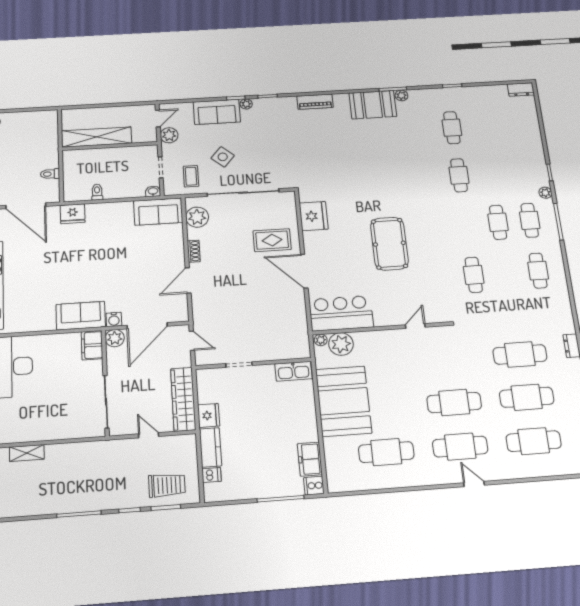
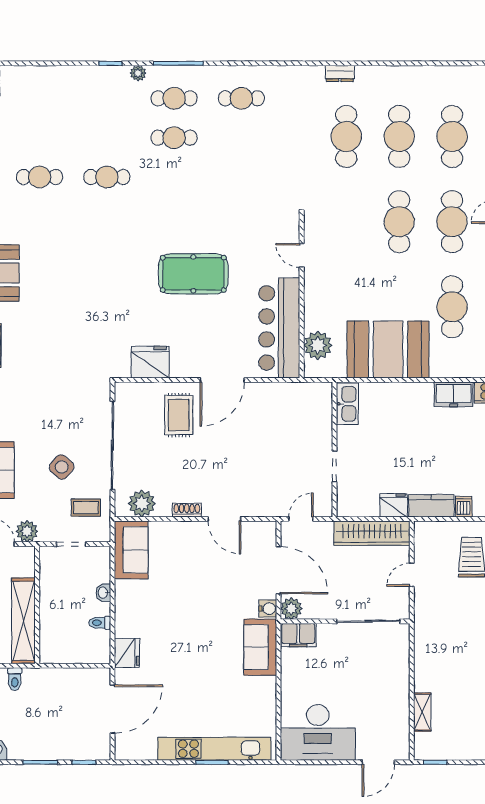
toilet: (50, 174) -> (15, 679), moved
washbasin: (153, 191) -> (103, 593), moved
cafe table: (474, 275) -> (241, 177), removed
bar counter: (341, 313) -> (279, 328), width x1.36
plant: (321, 340) -> (311, 369), removed

